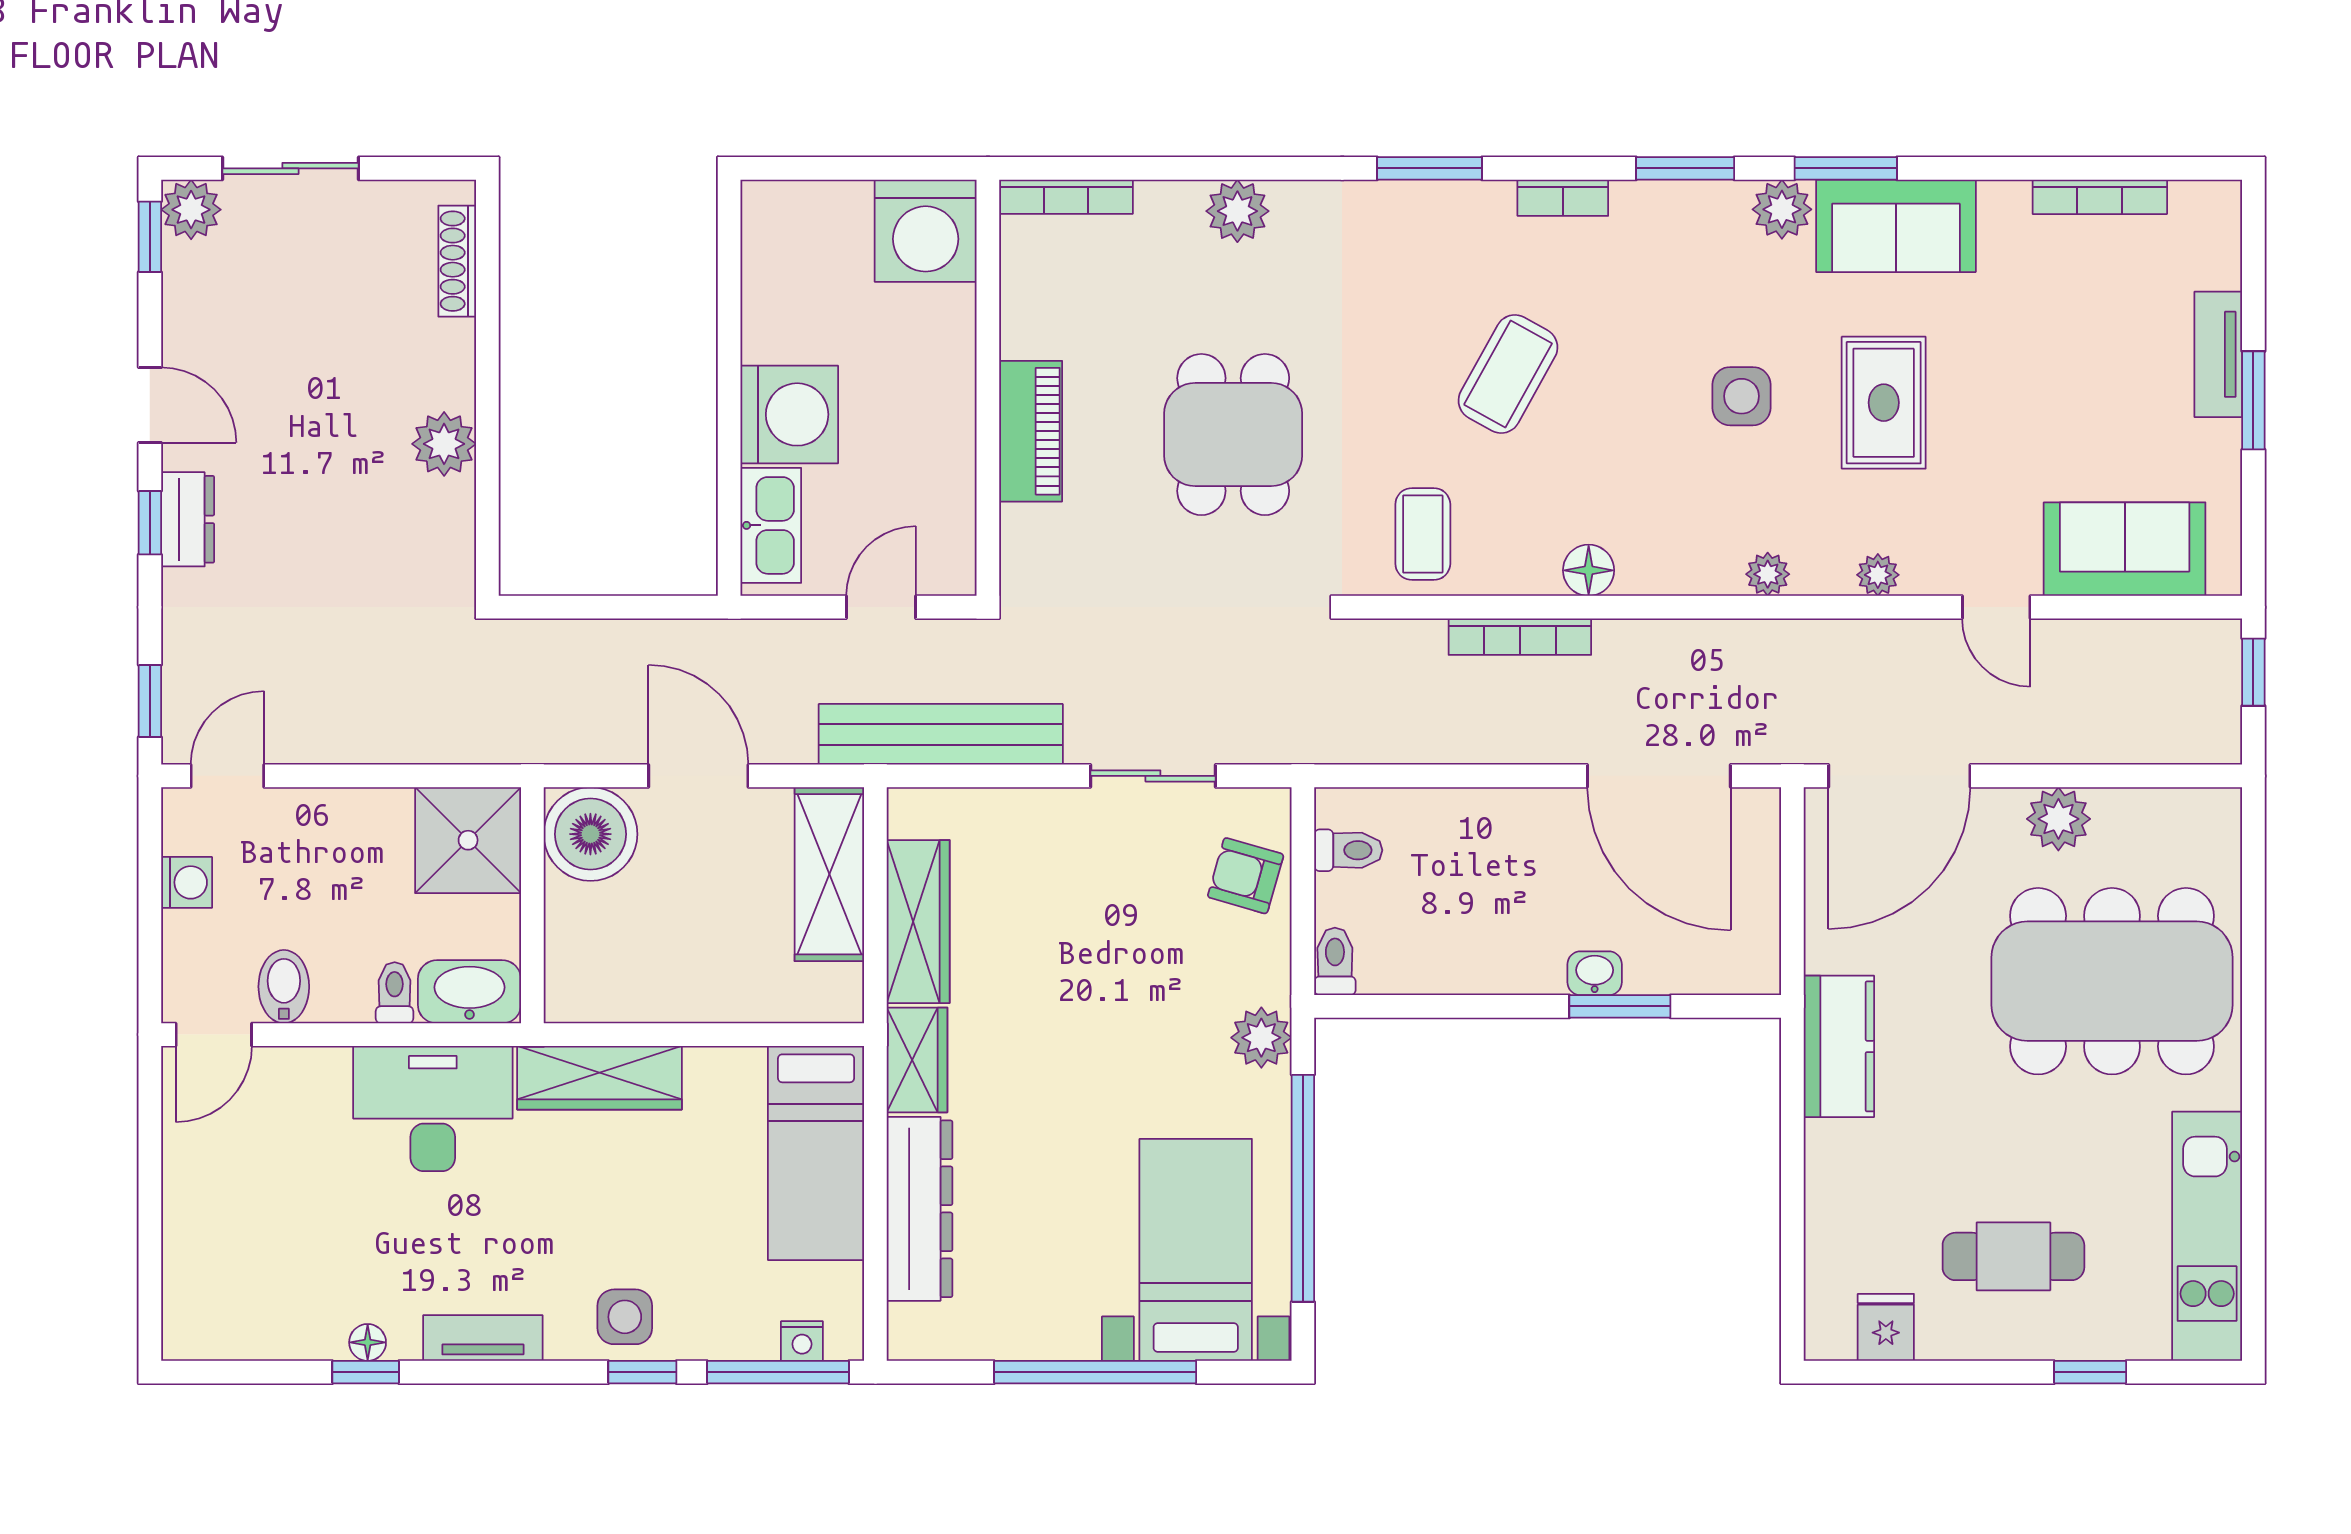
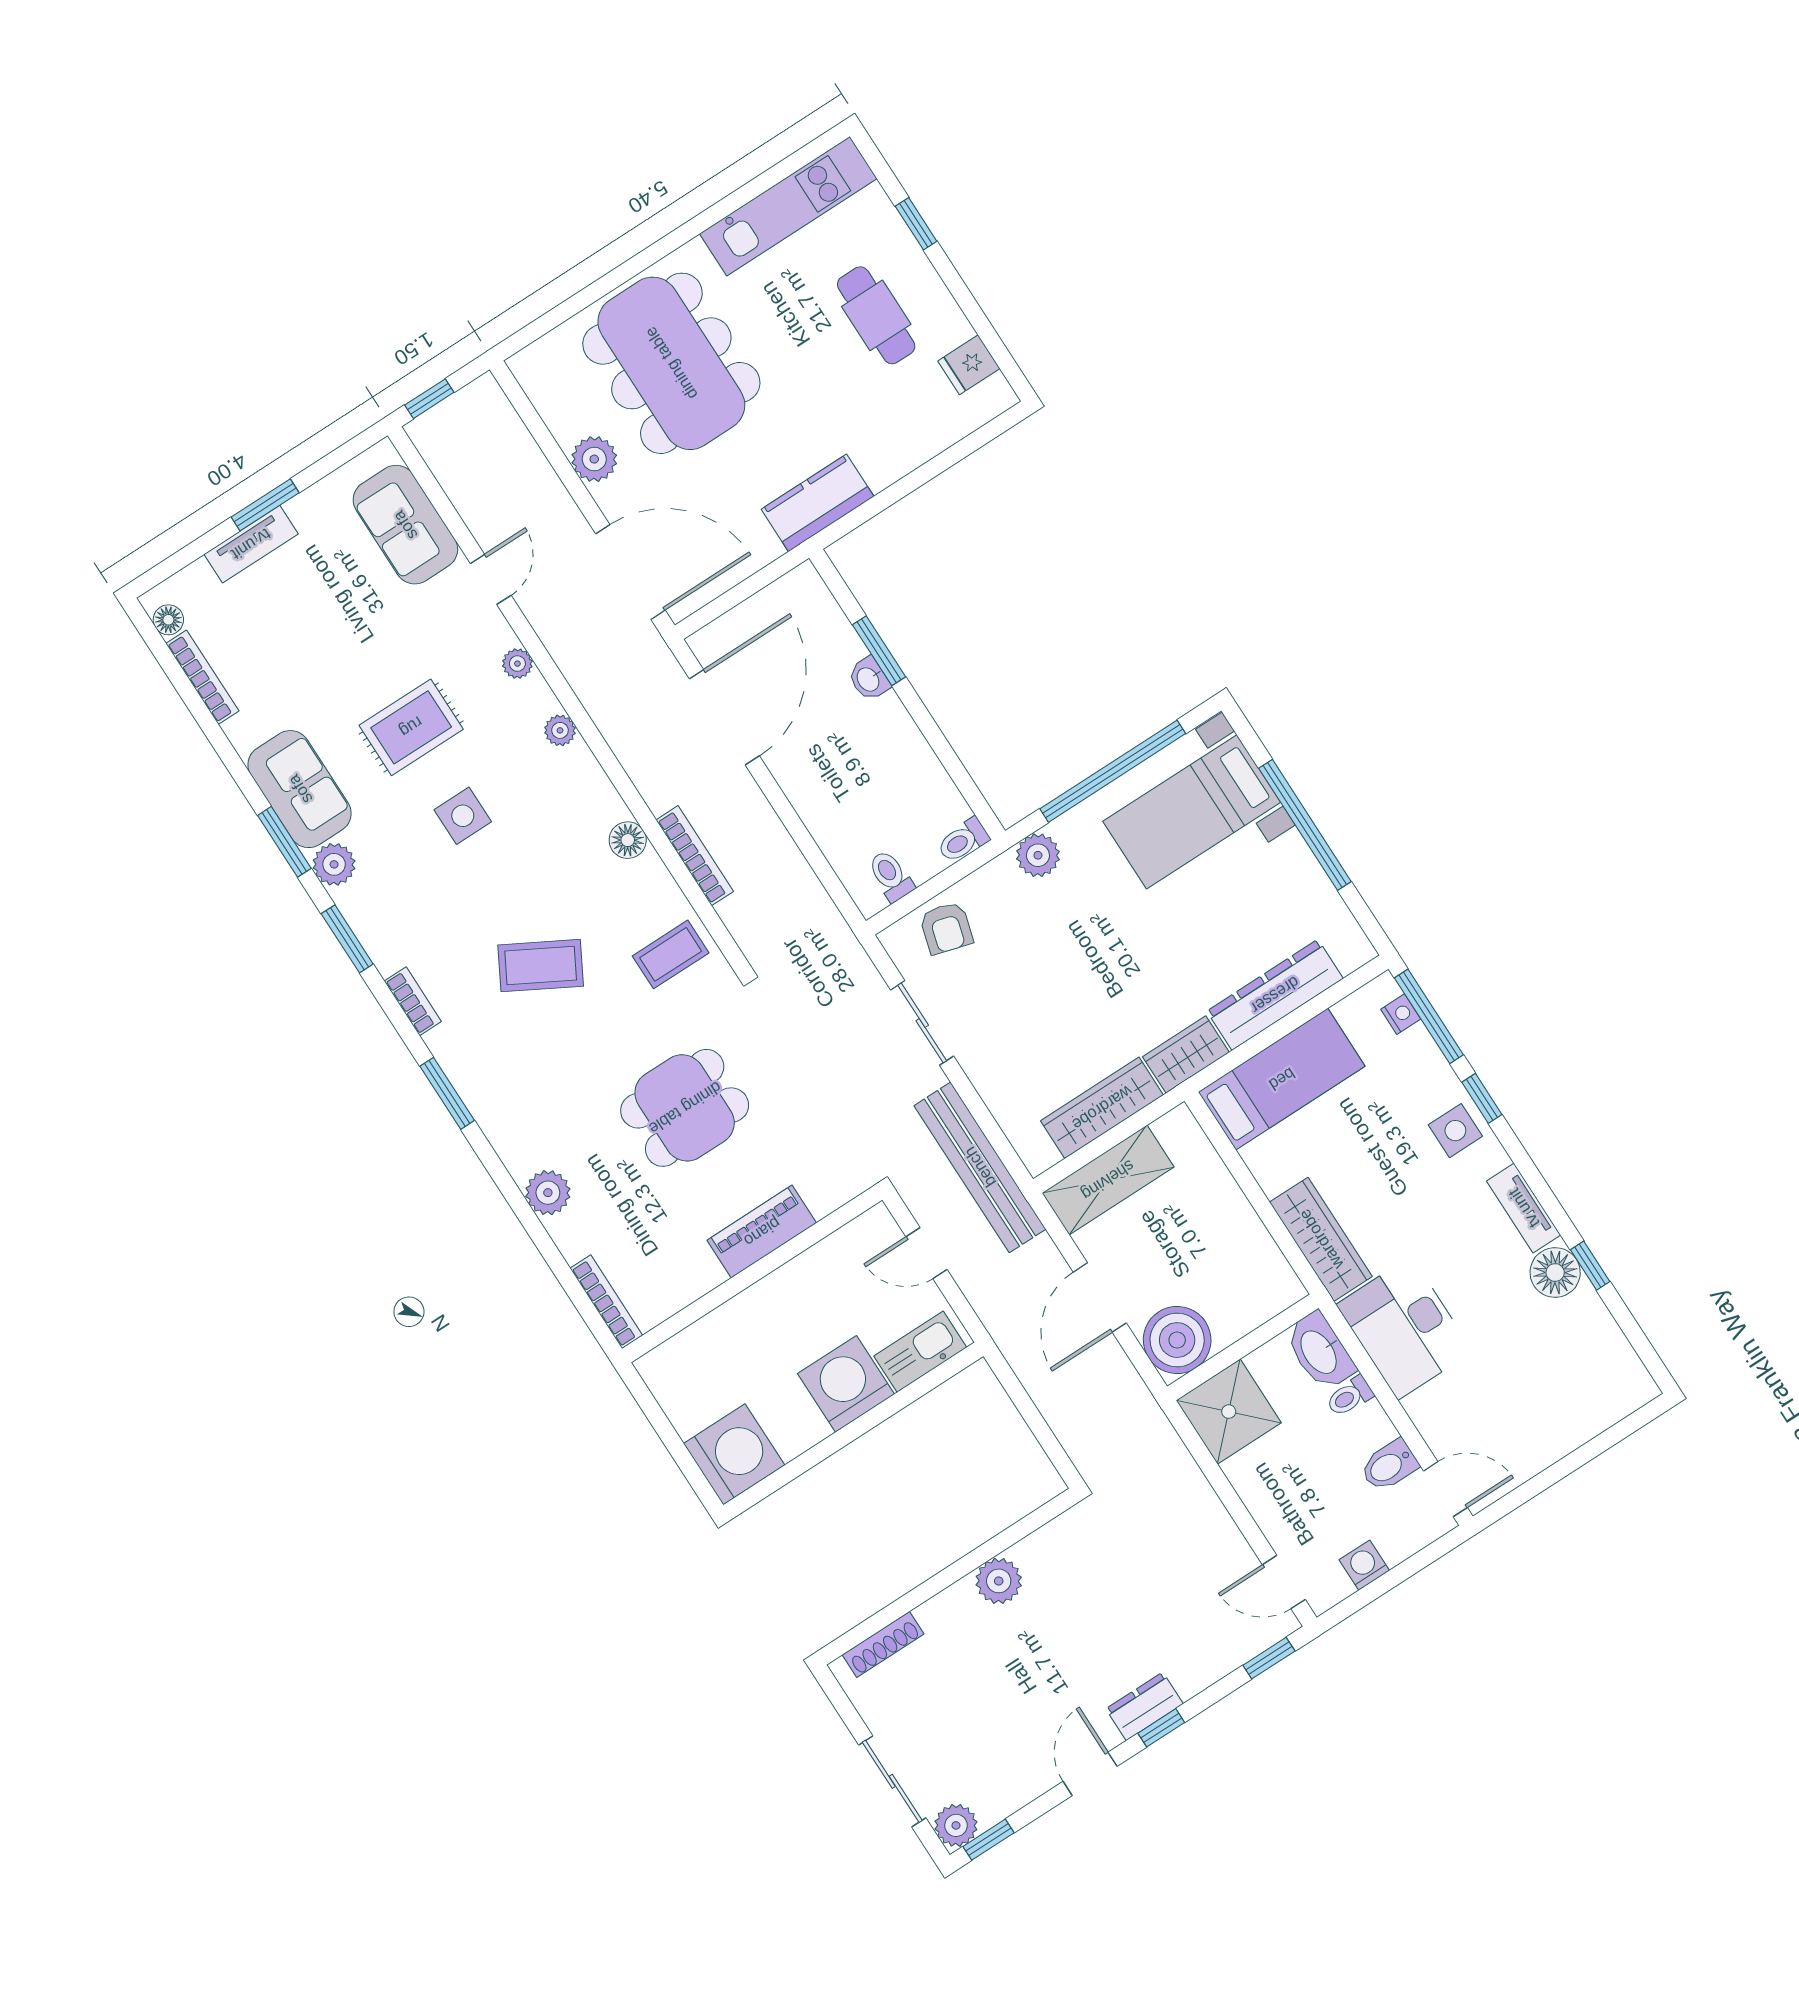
floor lamp: (2192, 201) -> (168, 620), added
washing machine: (926, 231) -> (734, 1454), moved
floor lamp: (368, 1342) -> (1555, 1273), width x1.89, depth x1.89

